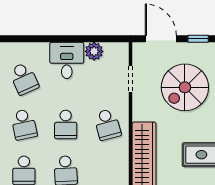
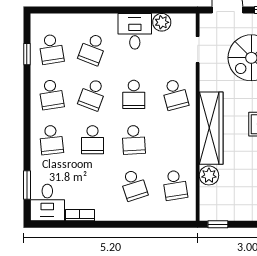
school desk: (24, 79) -> (93, 49), turned 45
school desk: (24, 124) -> (93, 94), turned 33

